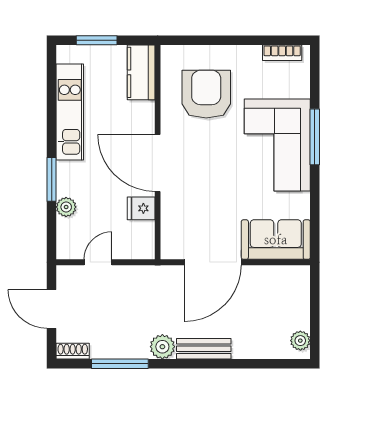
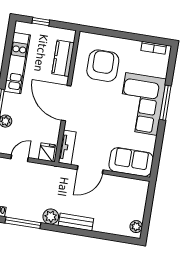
window: (97, 40) -> (41, 22), width x0.67
kitchen counter: (141, 72) -> (63, 58), moved
fridge: (141, 208) -> (47, 152), moved, turned 90
tv unit: (171, 233) -> (67, 147), added
door: (213, 262) -> (90, 170), width x0.73

